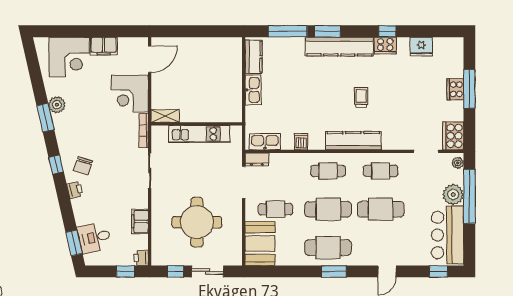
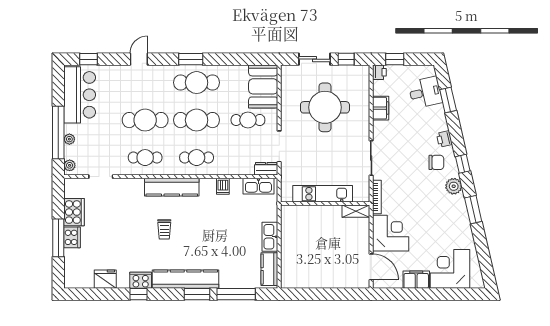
door: (150, 59) -> (371, 267), swing flipped
plant: (57, 105) -> (454, 186), moved
cooker: (453, 136) -> (74, 212), moved
chair: (83, 166) -> (436, 162), turned 72
plant: (453, 195) -> (69, 139), width x0.53, depth x0.53
window: (74, 243) -> (448, 100), moved

